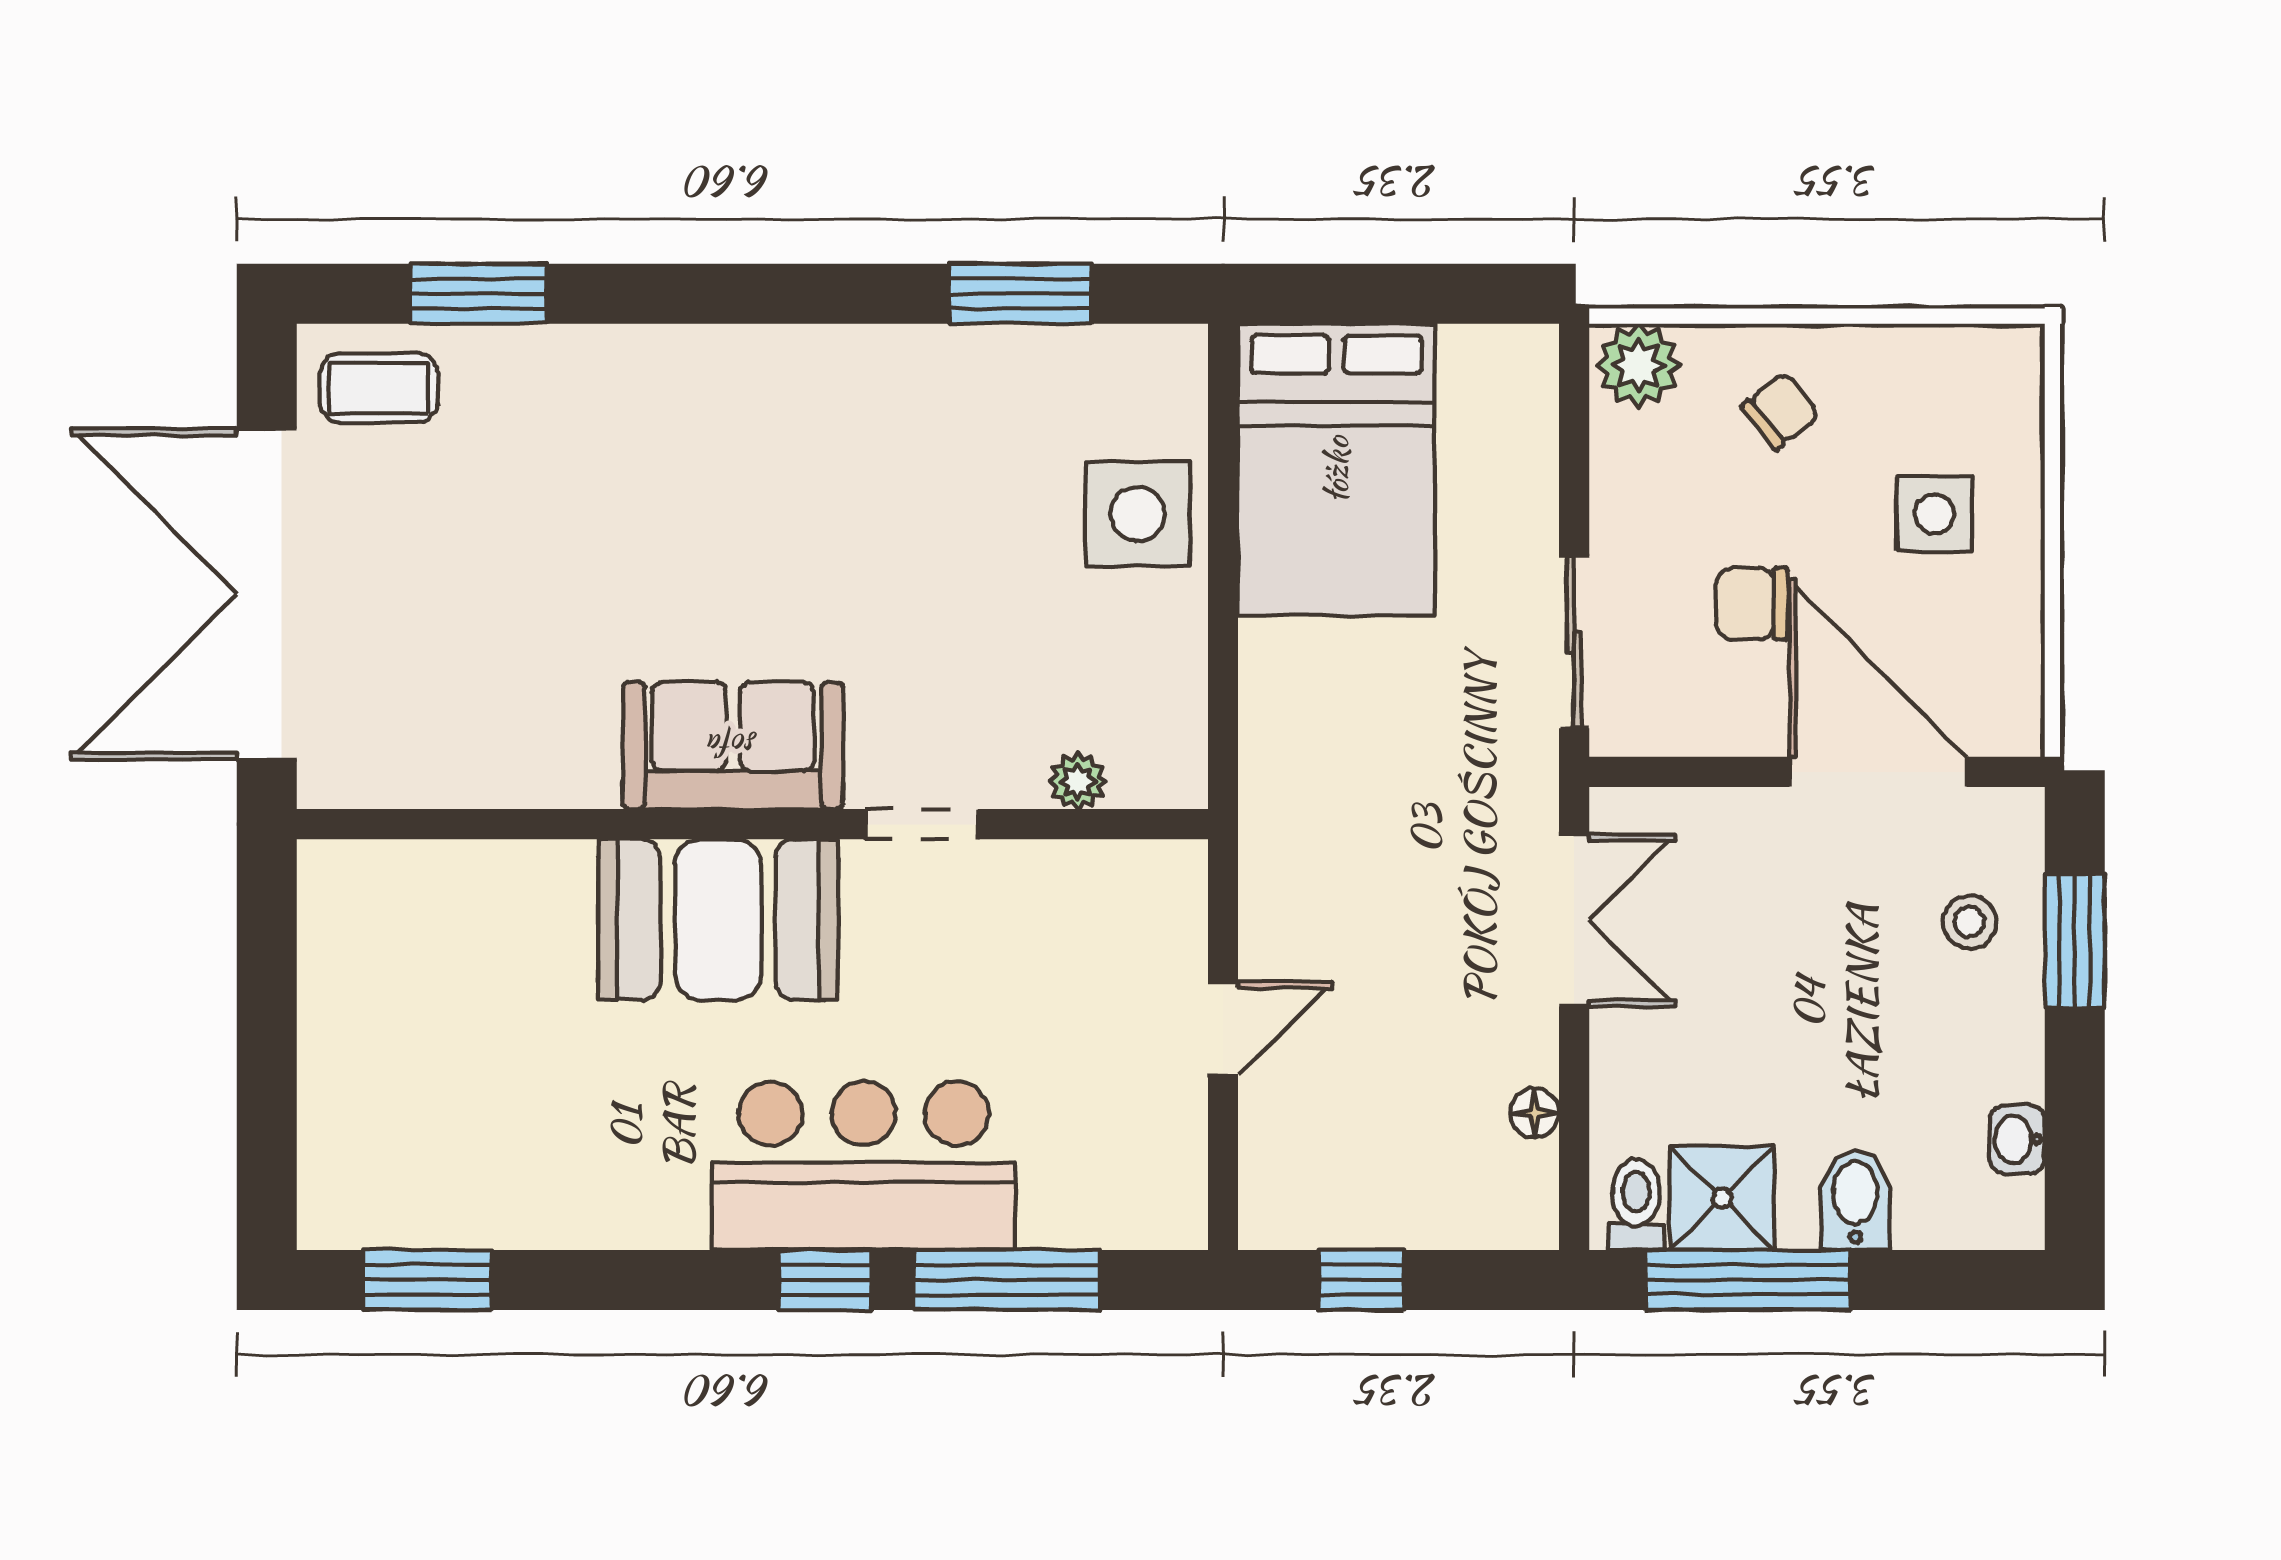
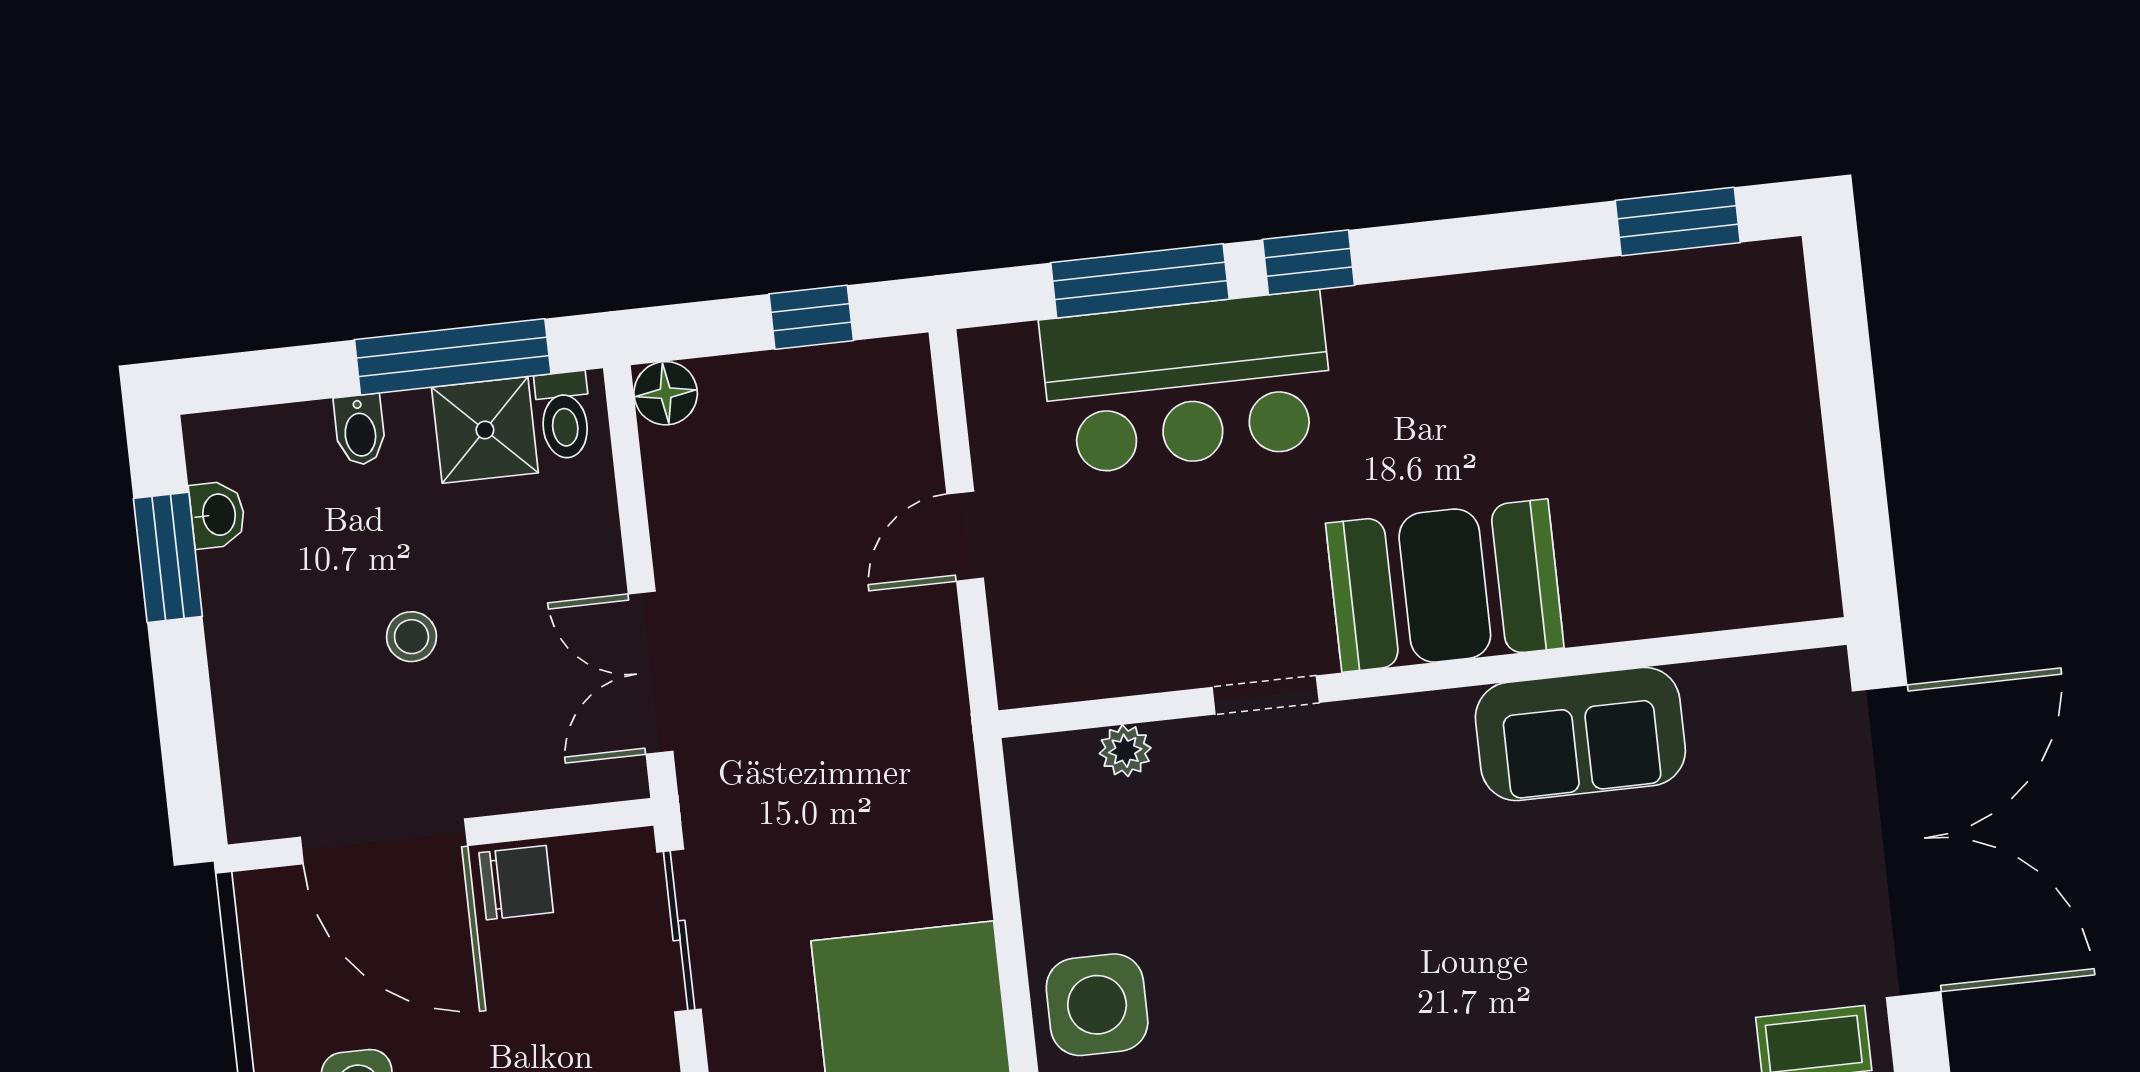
chair: (1752, 604) -> (516, 883), moved
sofa: (733, 746) -> (1580, 734), moved
stool: (1969, 922) -> (411, 637), moved
window: (2075, 941) -> (168, 557), moved
floor lamp: (1534, 1113) -> (666, 393), moved, width x1.37, depth x1.37
bar counter: (864, 1166) -> (1188, 383), moved
bidet: (1855, 1200) -> (360, 430), width x0.72, depth x0.74

